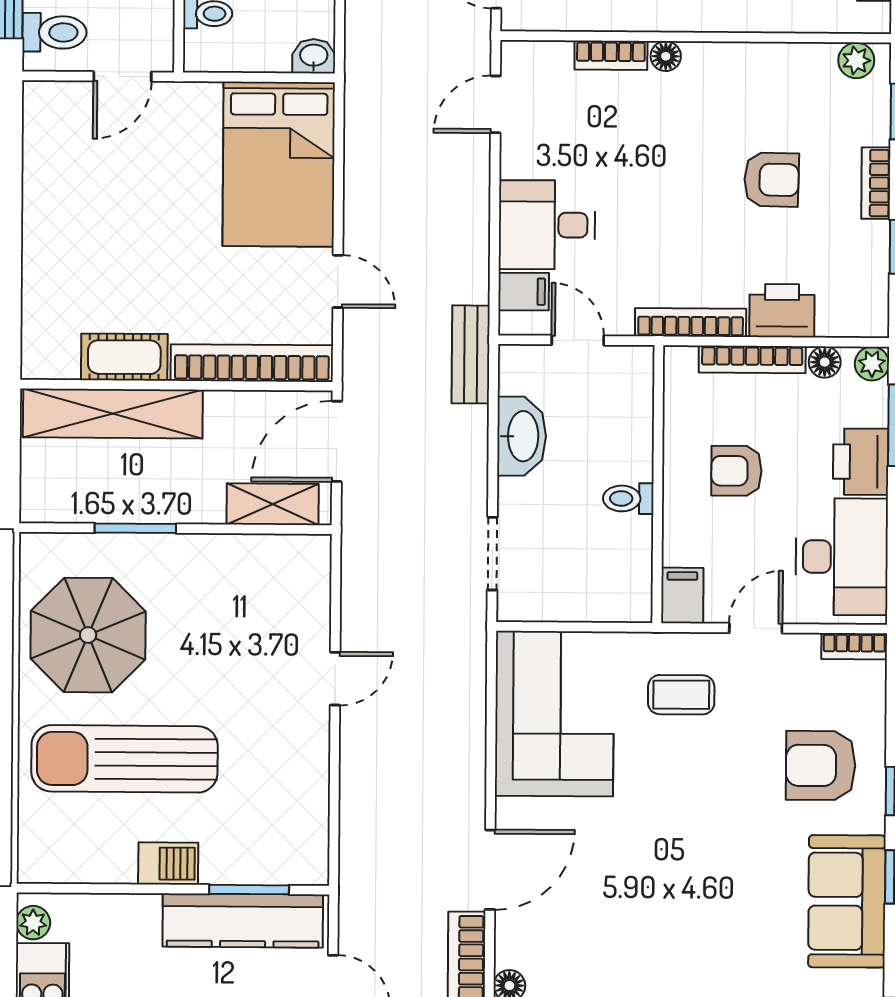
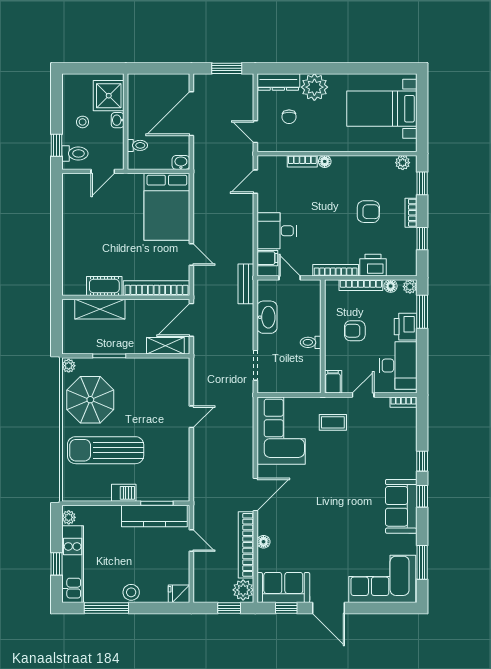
shelving: (113, 414) -> (100, 309), width x0.68
plant: (35, 551) -> (69, 366), added
armchair: (821, 765) -> (390, 451), removed

